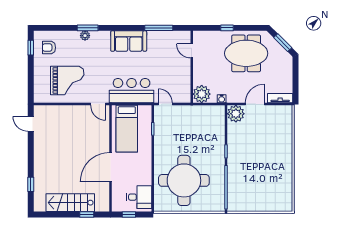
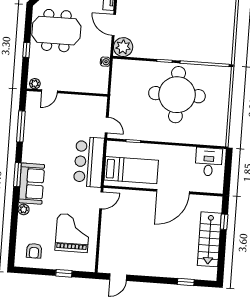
window: (88, 28) -> (17, 175), moved
sofa: (129, 41) -> (32, 184), moved
window: (31, 48) -> (64, 273), moved
meeting table: (246, 53) -> (56, 31), turned 90
plant: (202, 94) -> (35, 84), moved, width x0.53, depth x0.53
door: (165, 104) -> (107, 125), swing flipped
door: (110, 167) -> (173, 192), hinge flipped
round table: (184, 180) -> (177, 95), moved
window: (129, 215) -> (227, 175), removed

